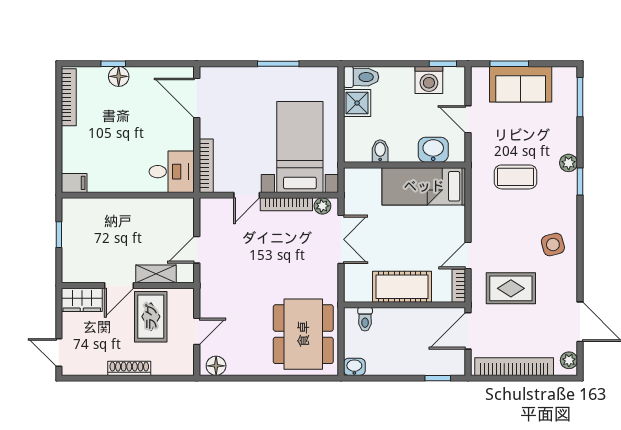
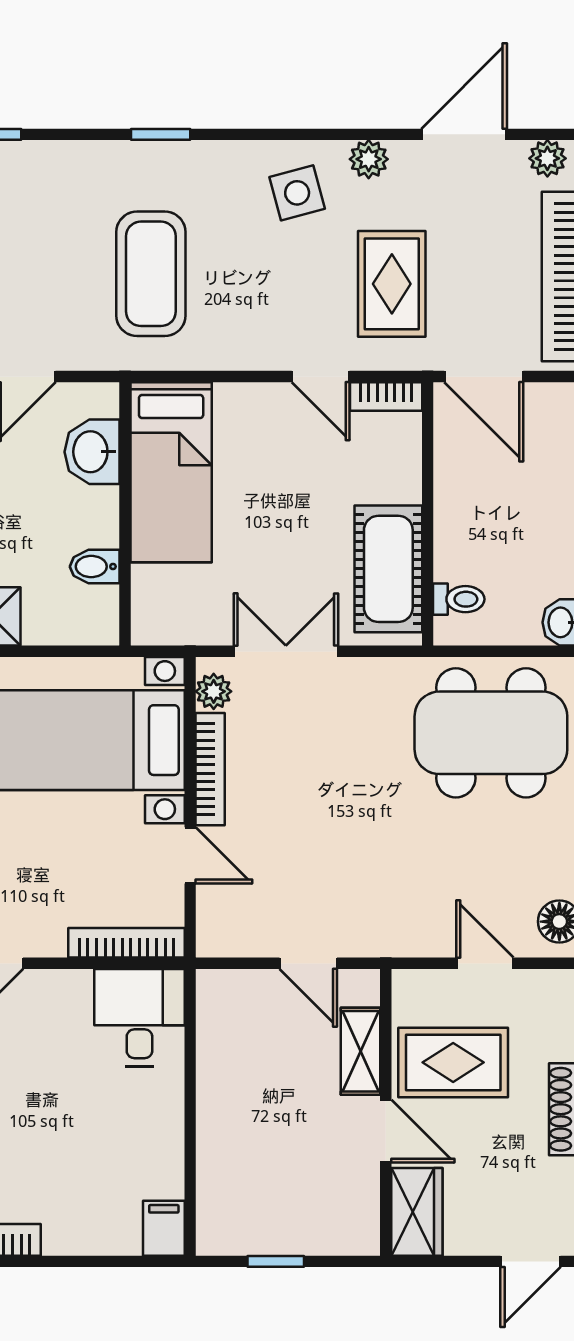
plant: (569, 163) -> (369, 159), moved
coffee table: (515, 177) -> (151, 274), width x1.36, depth x1.32
cot: (402, 287) -> (388, 569), moved

